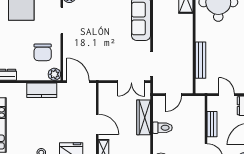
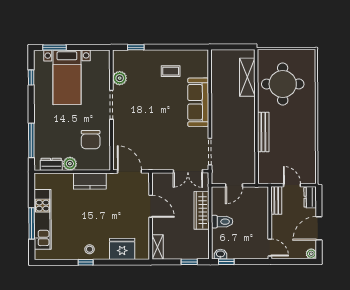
bench: (200, 60) -> (263, 132), moved
plant: (54, 74) -> (70, 164), moved
door: (97, 124) -> (151, 206), moved
bench: (212, 124) -> (276, 200), moved

